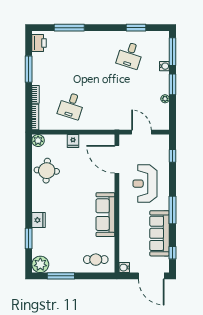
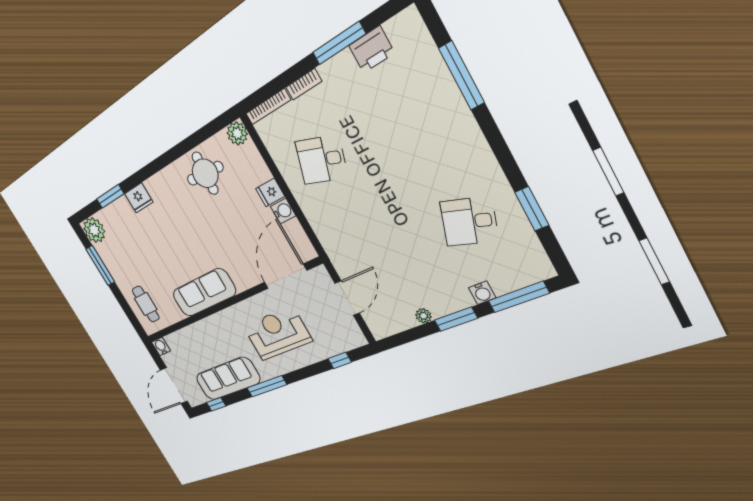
printer: (39, 43) -> (372, 49), moved
water cooler: (85, 140) -> (283, 211), added

